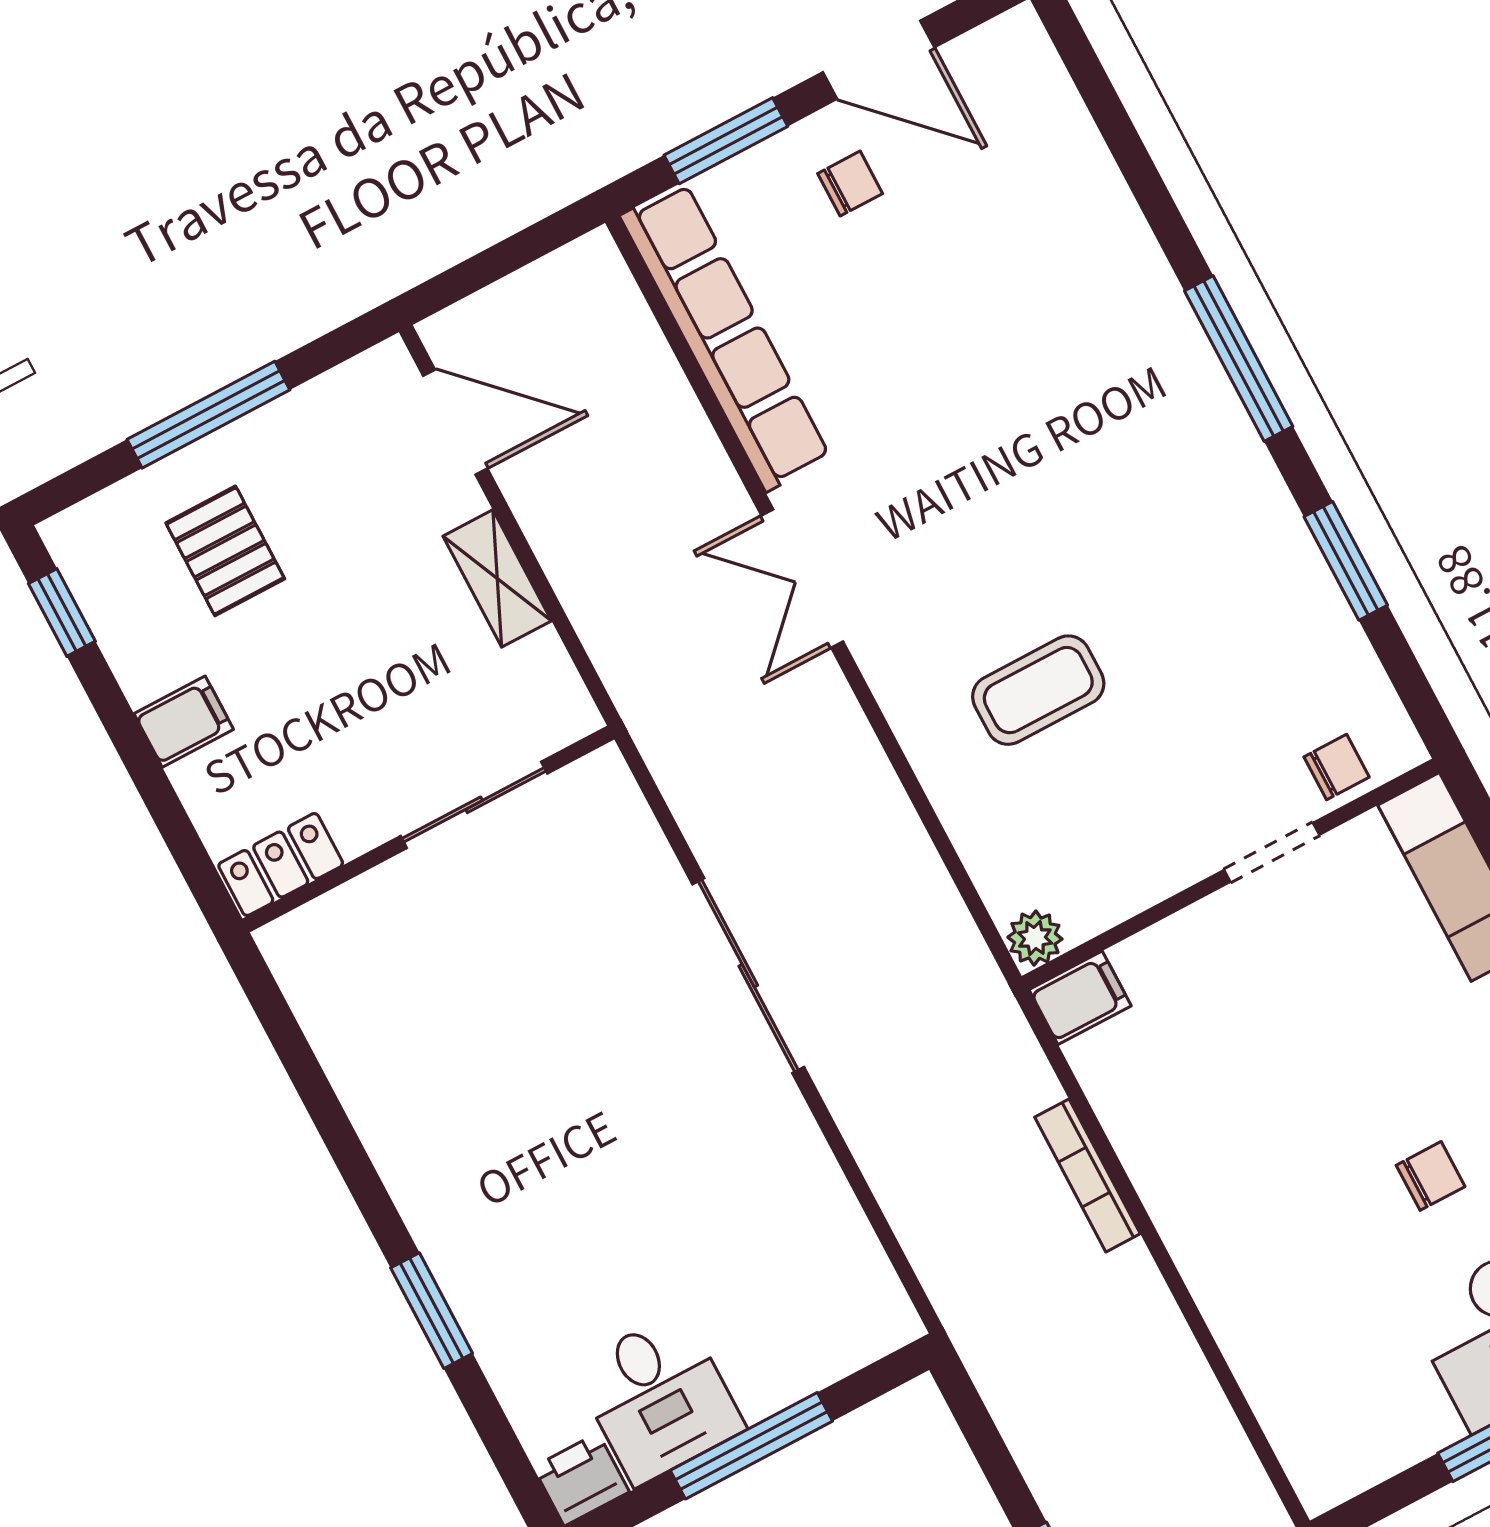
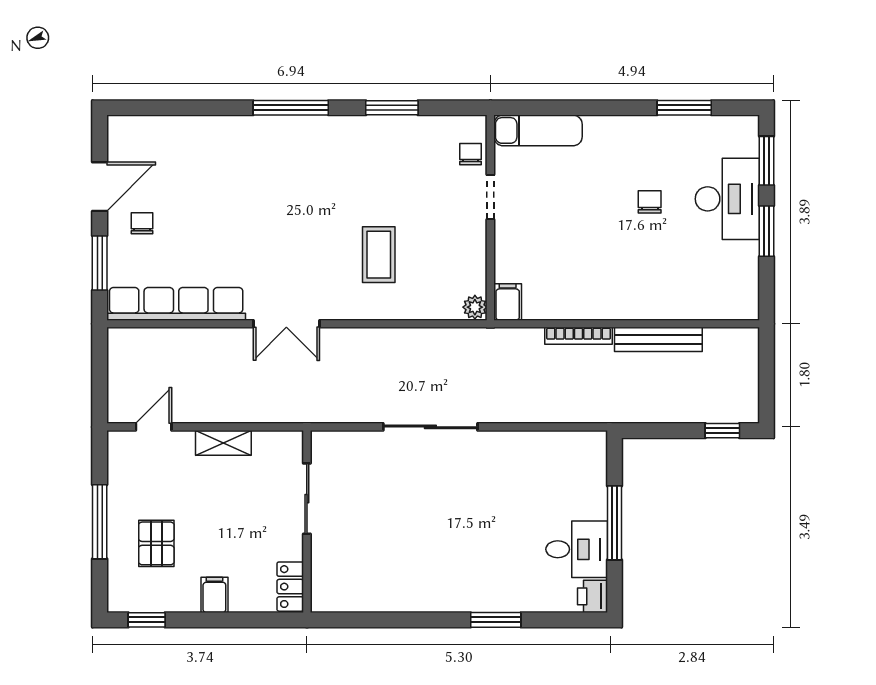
door: (455, 422) -> (154, 427), width x0.73
pallet: (225, 551) -> (156, 543), turned 90
bench: (1165, 1339) -> (658, 339), added

